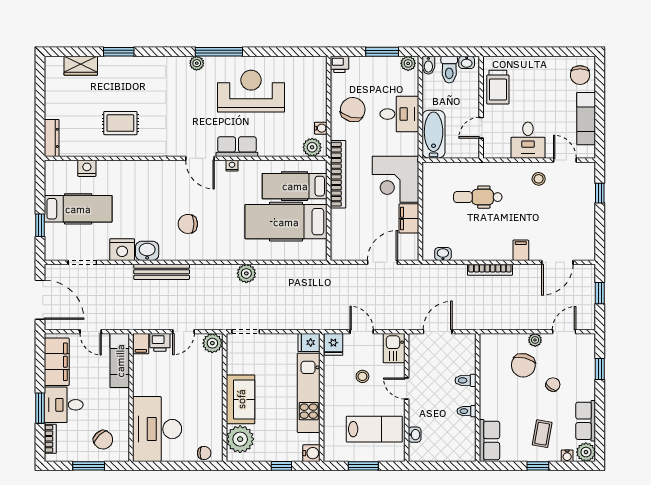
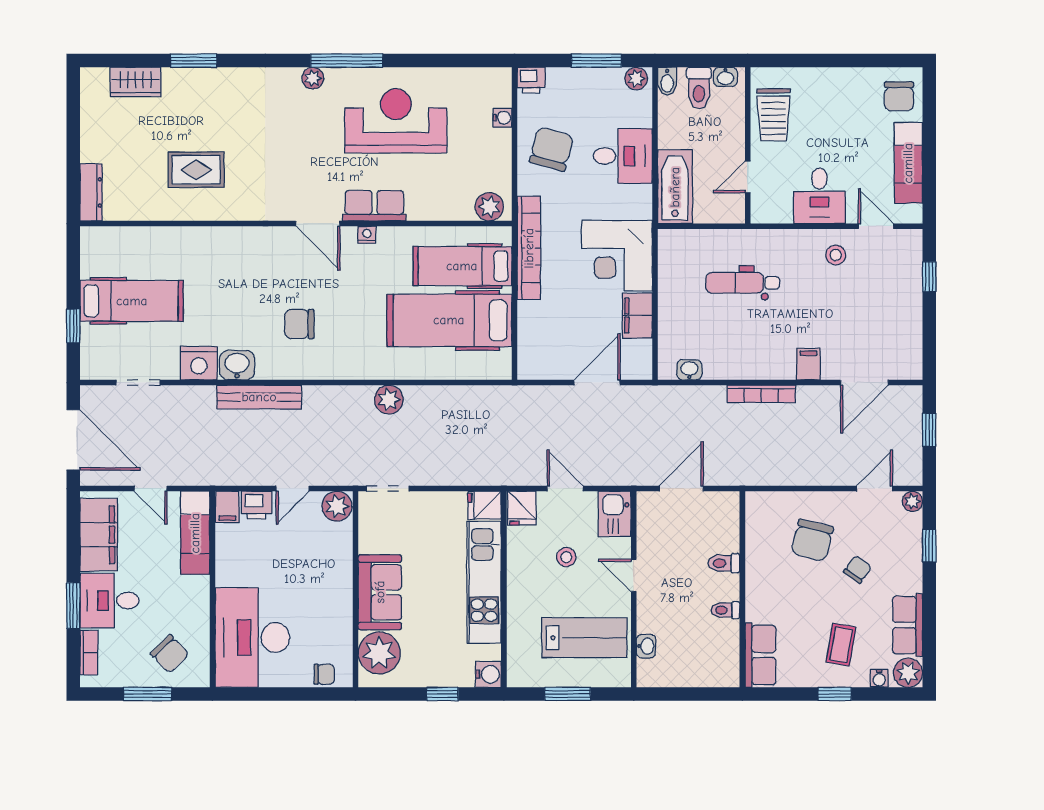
water cooler: (321, 128) -> (502, 118), moved
nightstand: (87, 168) -> (145, 239), removed
plant: (535, 340) -> (912, 501), moved

